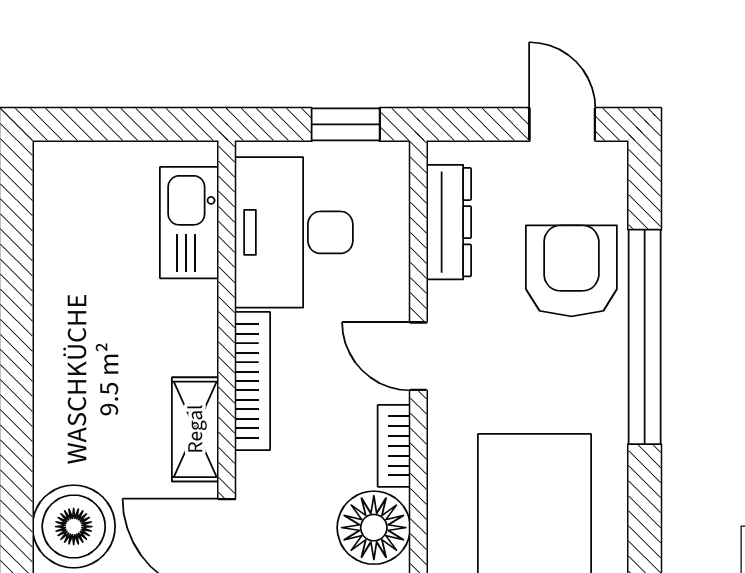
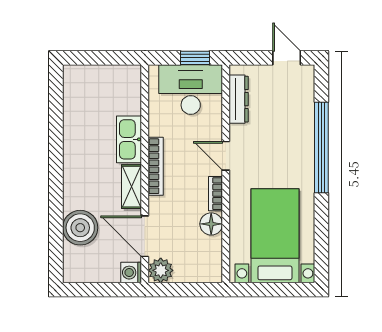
kitchen sink: (189, 223) -> (129, 139), moved
desk: (294, 232) -> (191, 90), moved, turned 90
armchair: (571, 271) -> (291, 120), removed
floor lamp: (374, 528) -> (211, 224), width x0.73, depth x0.73

